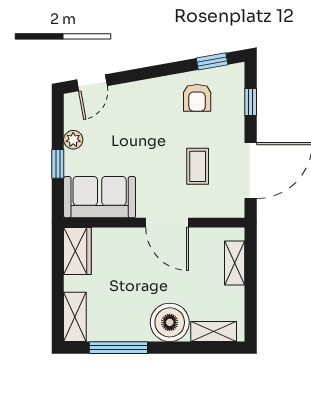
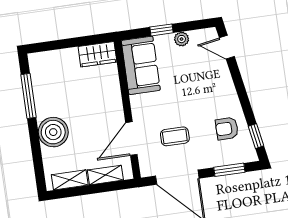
window: (251, 102) -> (229, 170), width x1.50
door: (167, 223) -> (131, 139), moved
shelving: (75, 317) -> (47, 59), removed
shelving: (214, 332) -> (70, 180), moved, turned 90

